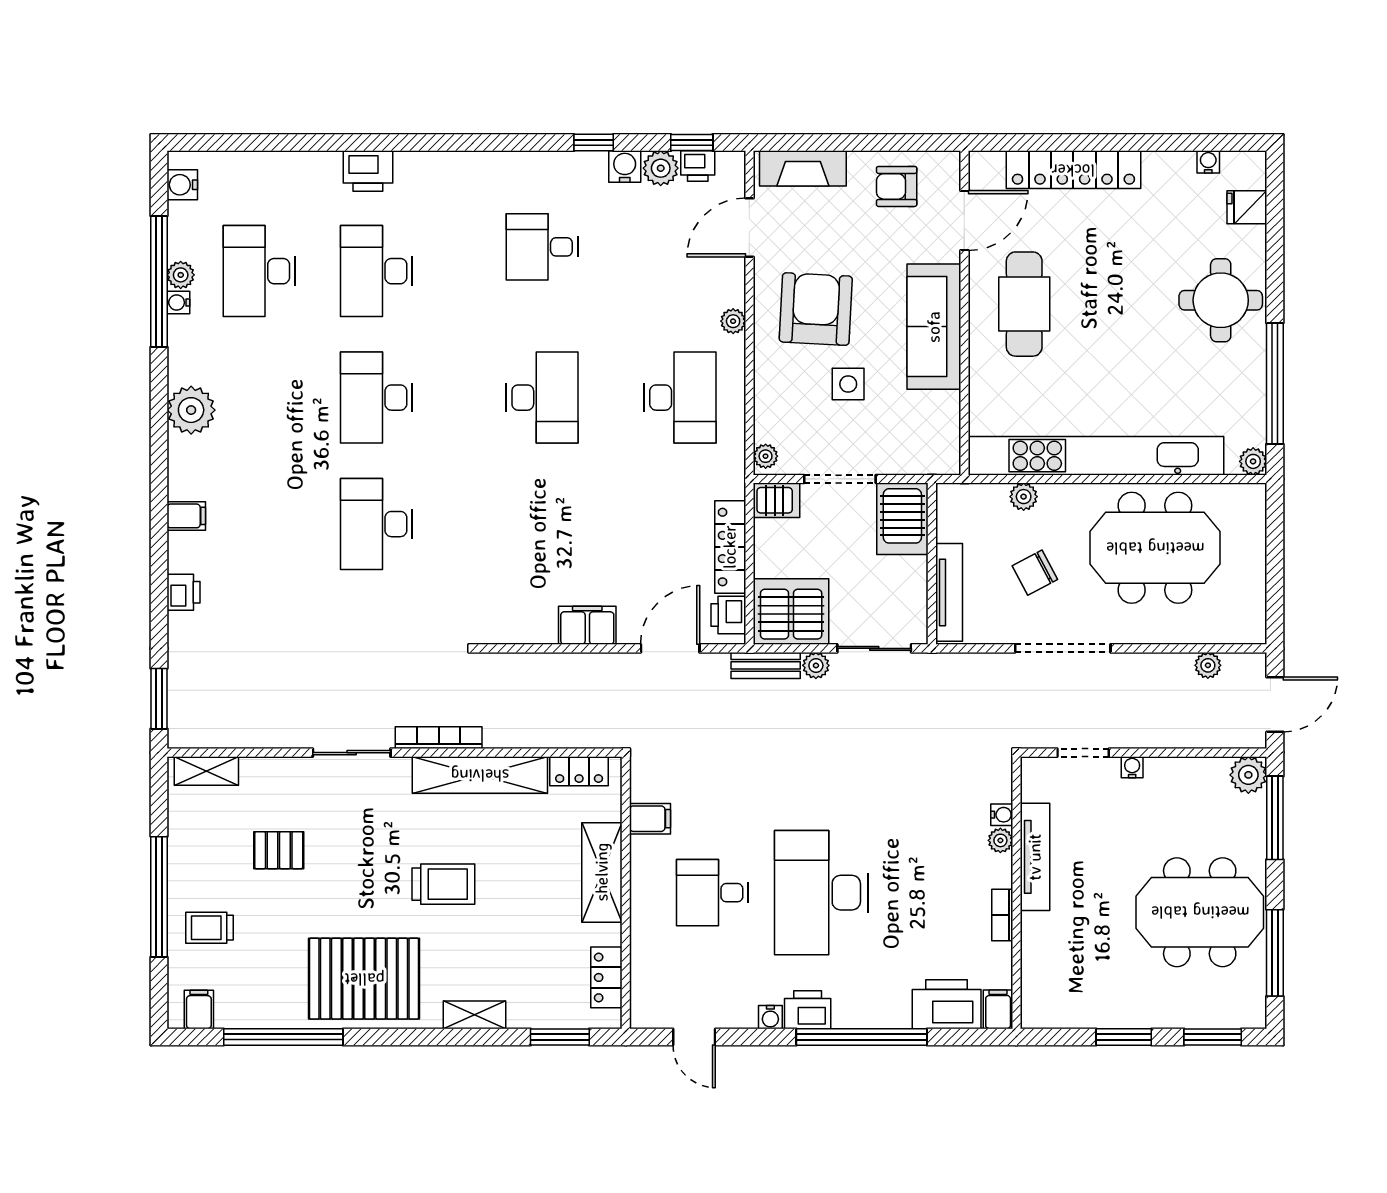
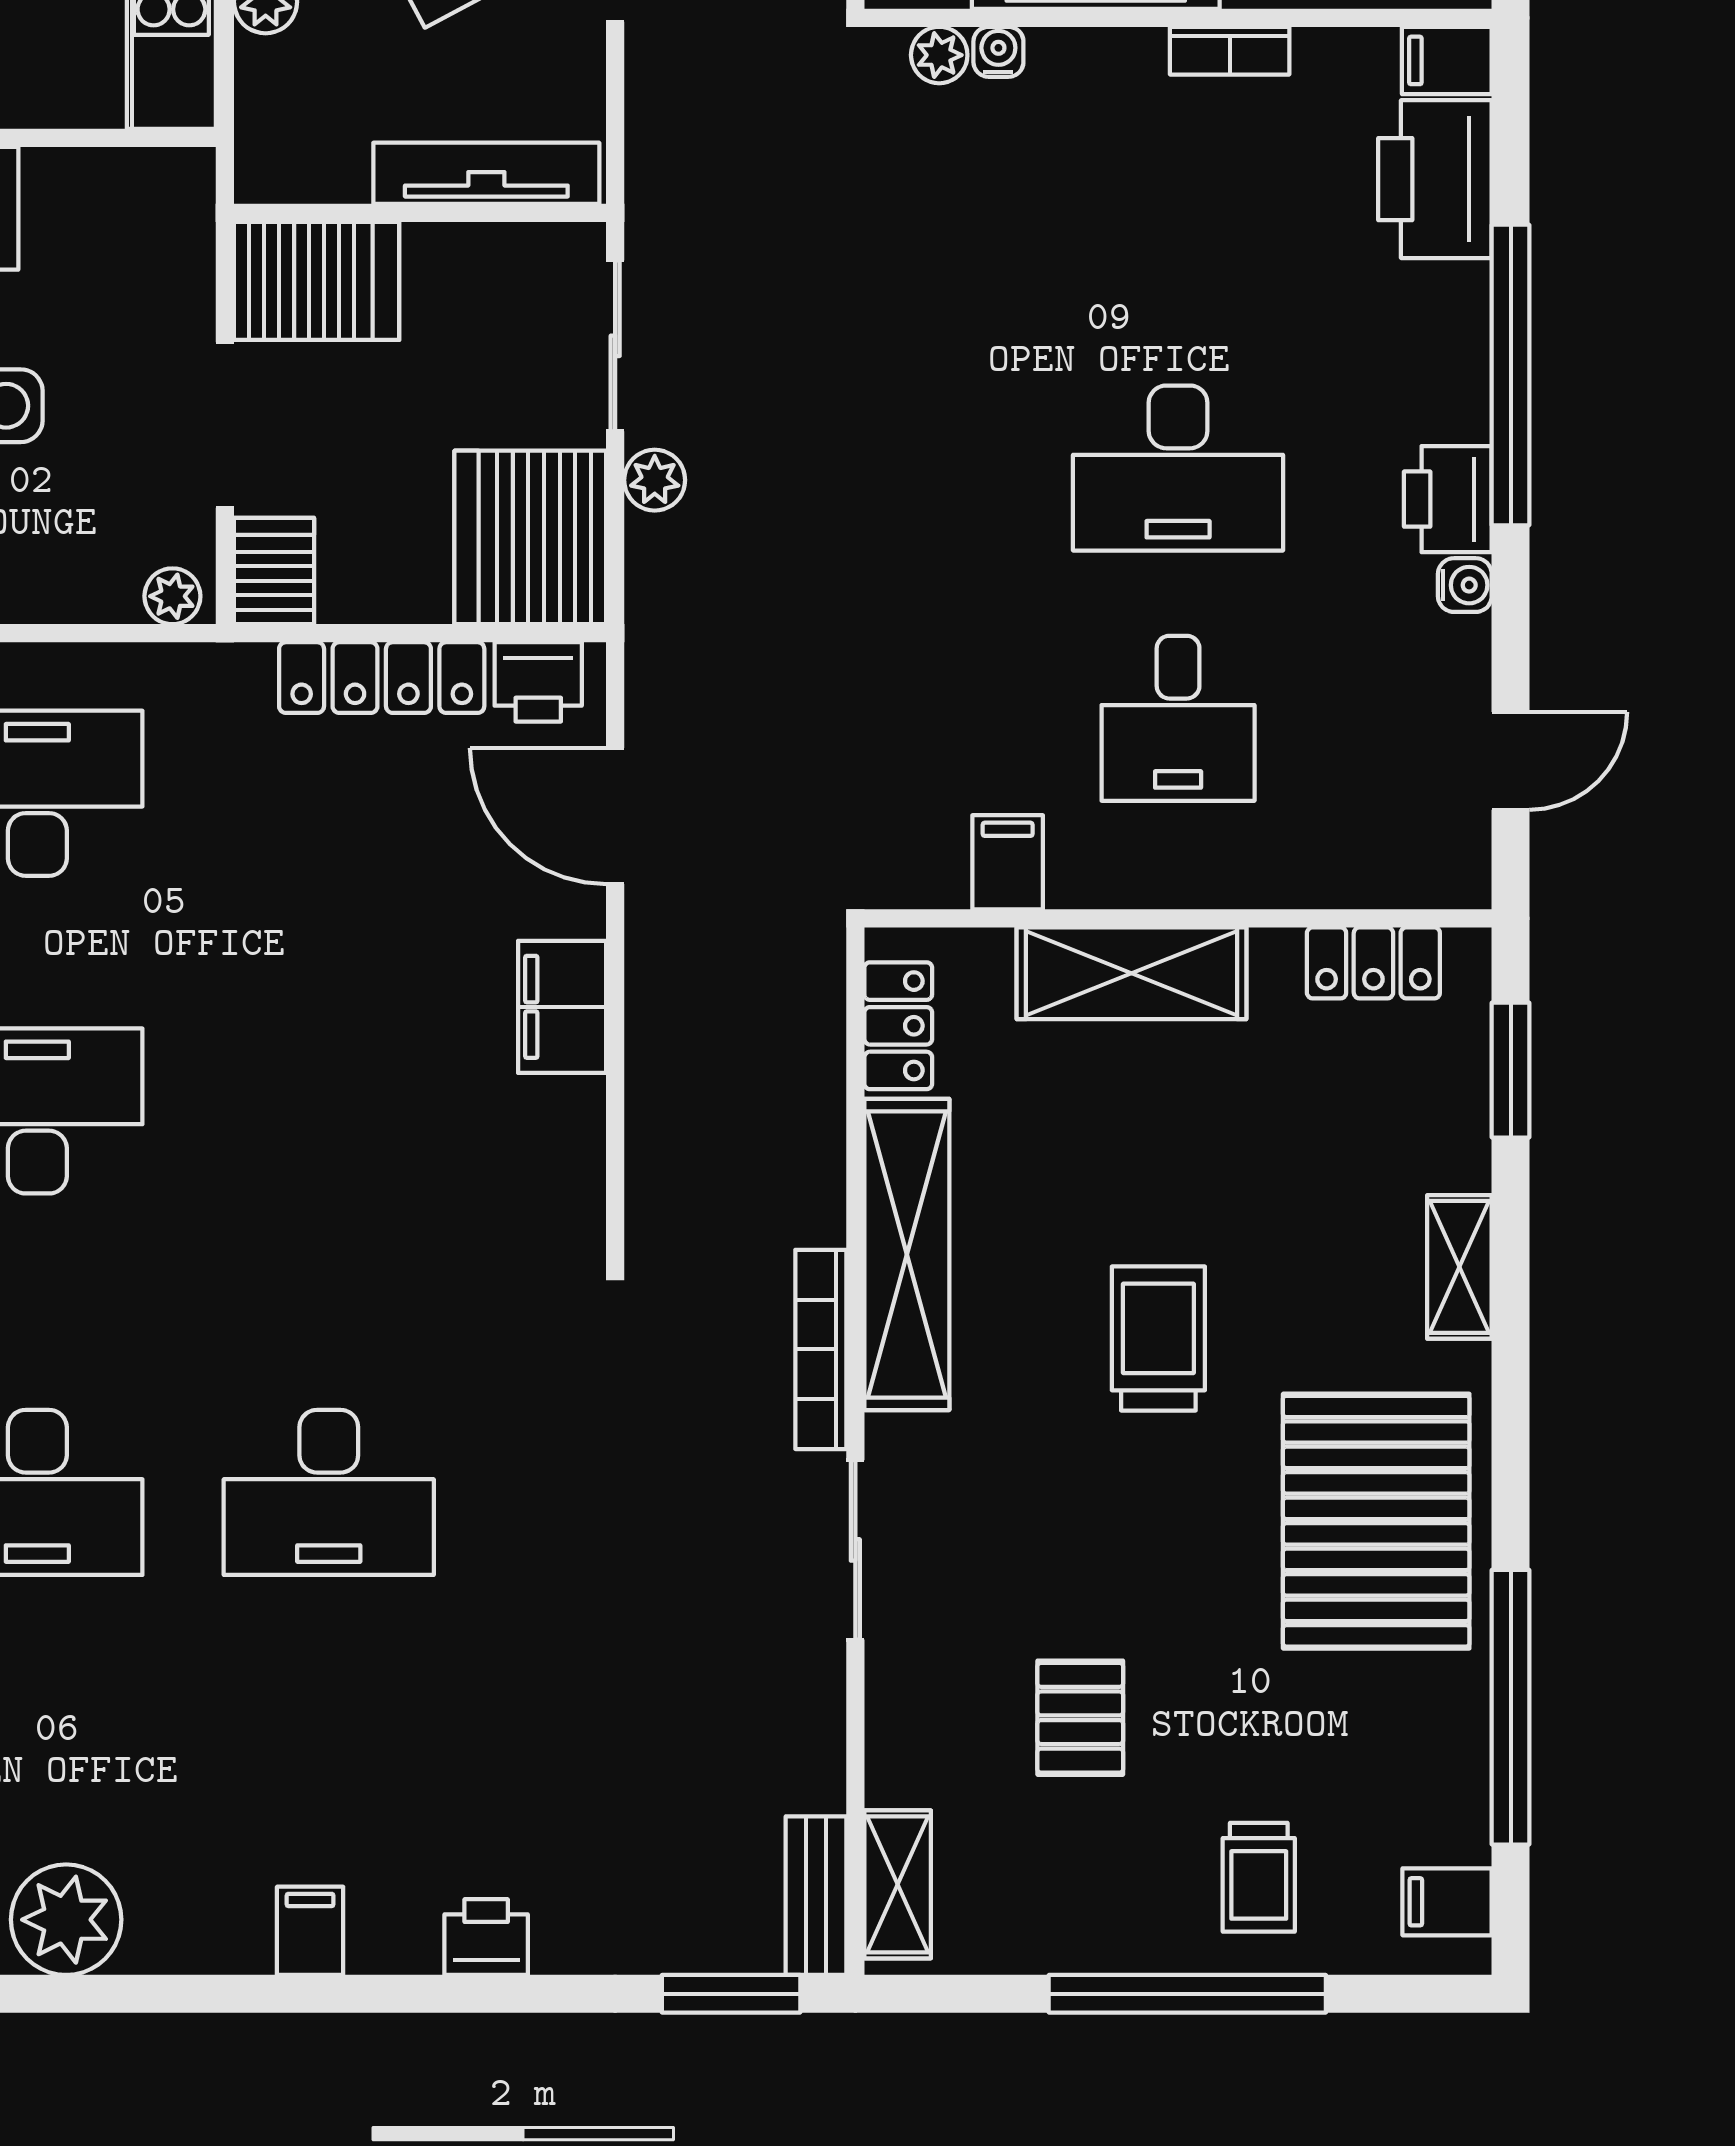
bench: (766, 665) -> (816, 1896), moved
plant: (1000, 840) -> (939, 55), moved
desk: (821, 893) -> (1178, 468), width x0.73, depth x0.77

